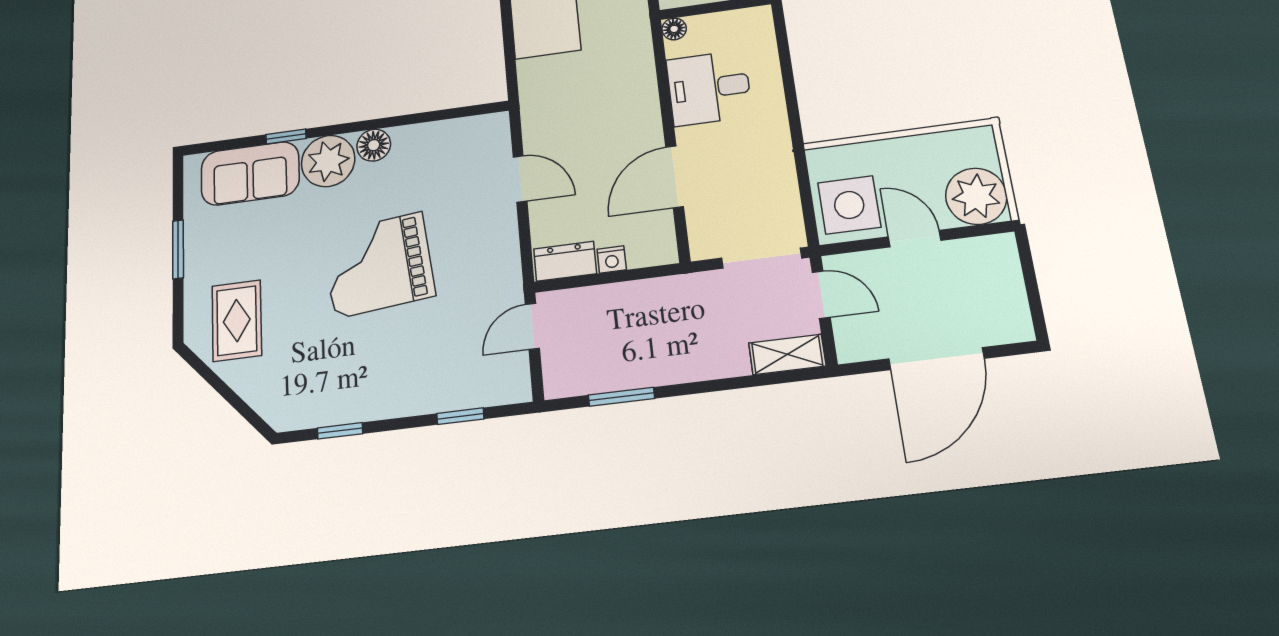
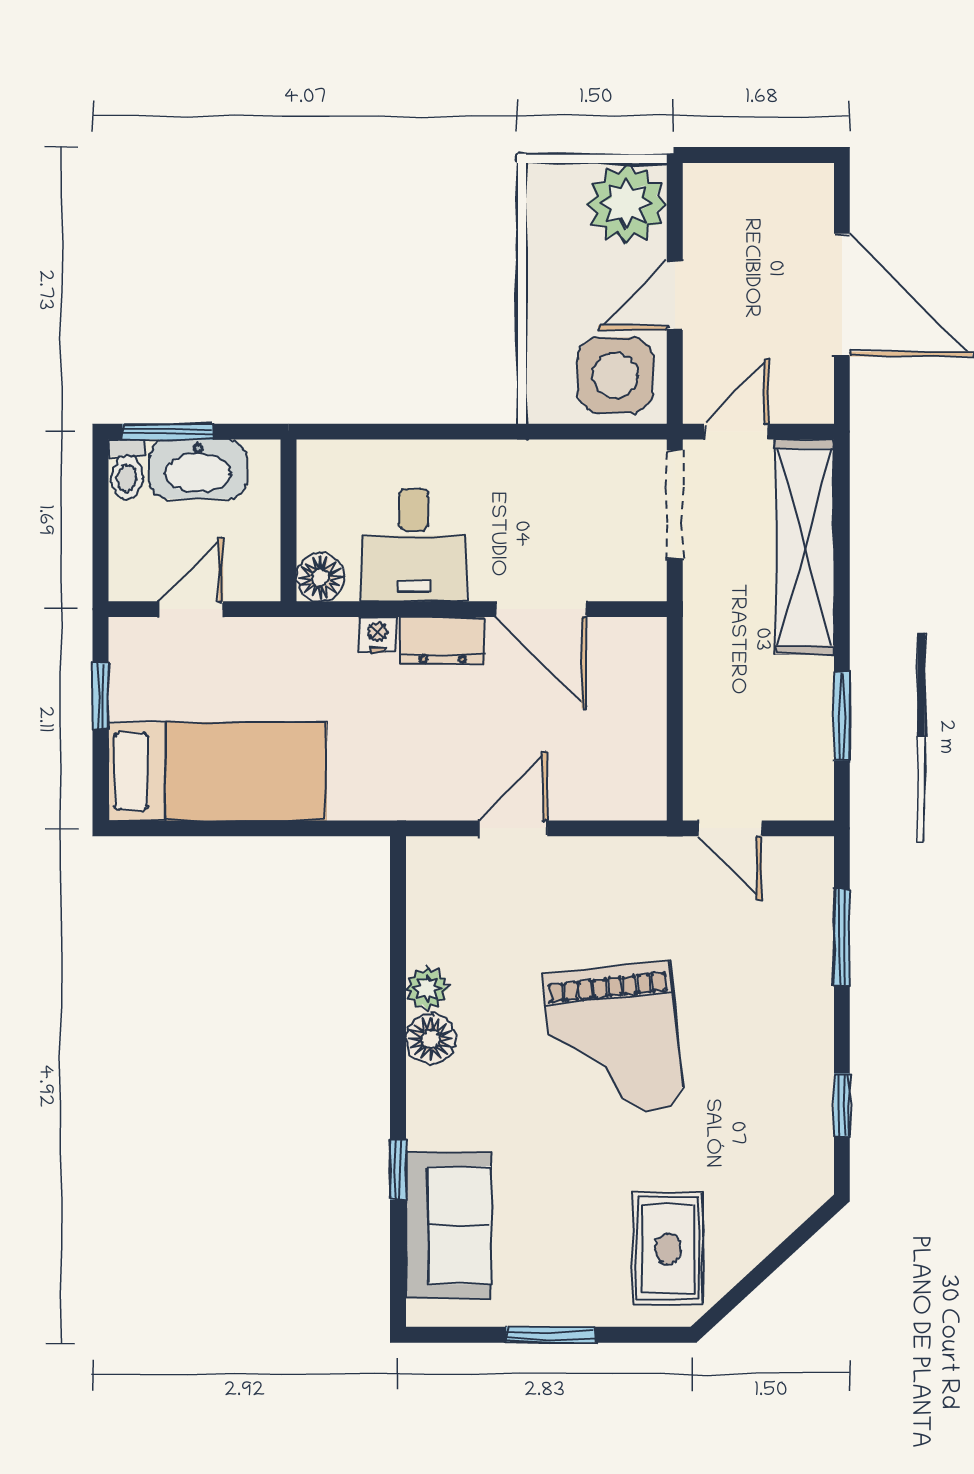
floor lamp: (674, 29) -> (320, 577), width x1.37, depth x1.37
plant: (328, 161) -> (427, 989), moved, width x0.53, depth x0.53
nightstand: (612, 260) -> (378, 635), moved, turned -90
dresser: (565, 261) -> (443, 641), moved, turned -90
rug: (237, 321) -> (668, 1249), turned 90
shelving: (787, 354) -> (805, 547), width x2.20, depth x1.33
window: (460, 416) -> (842, 937), width x1.50

